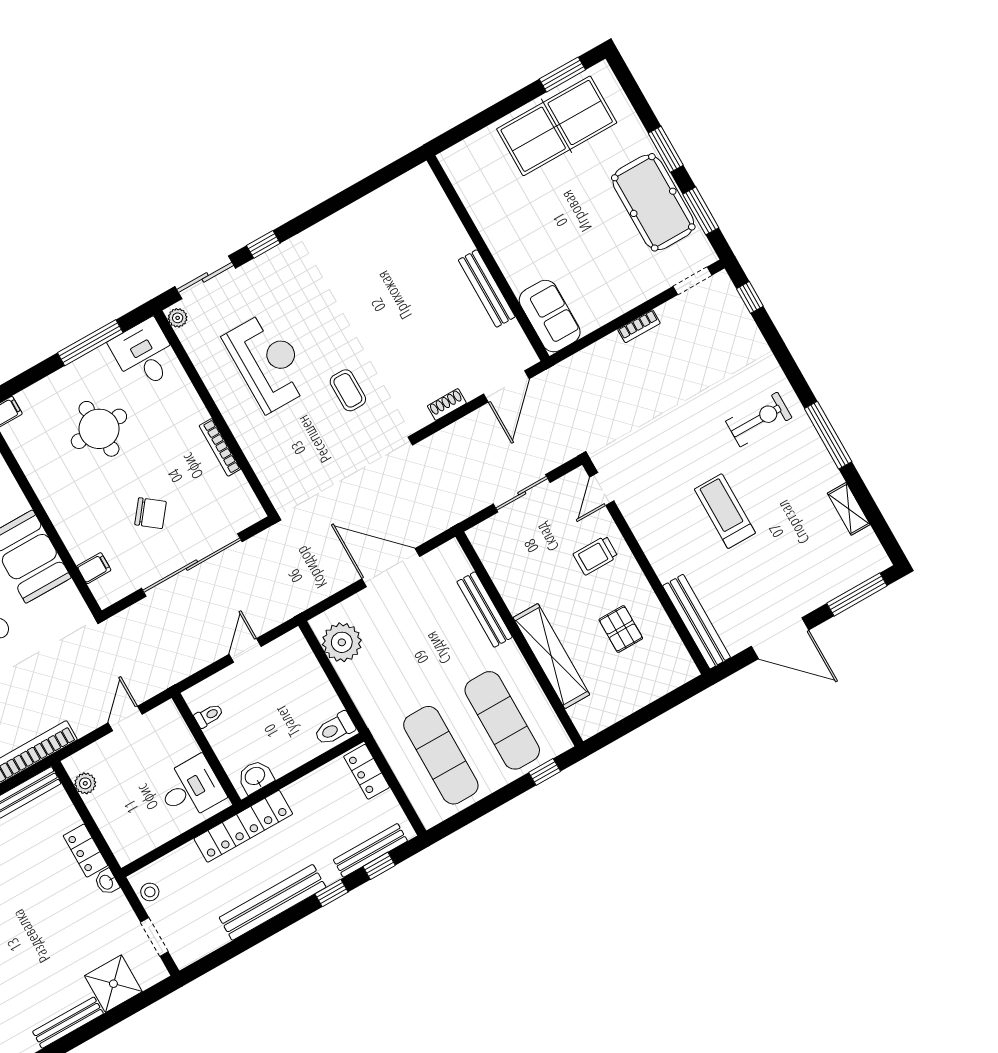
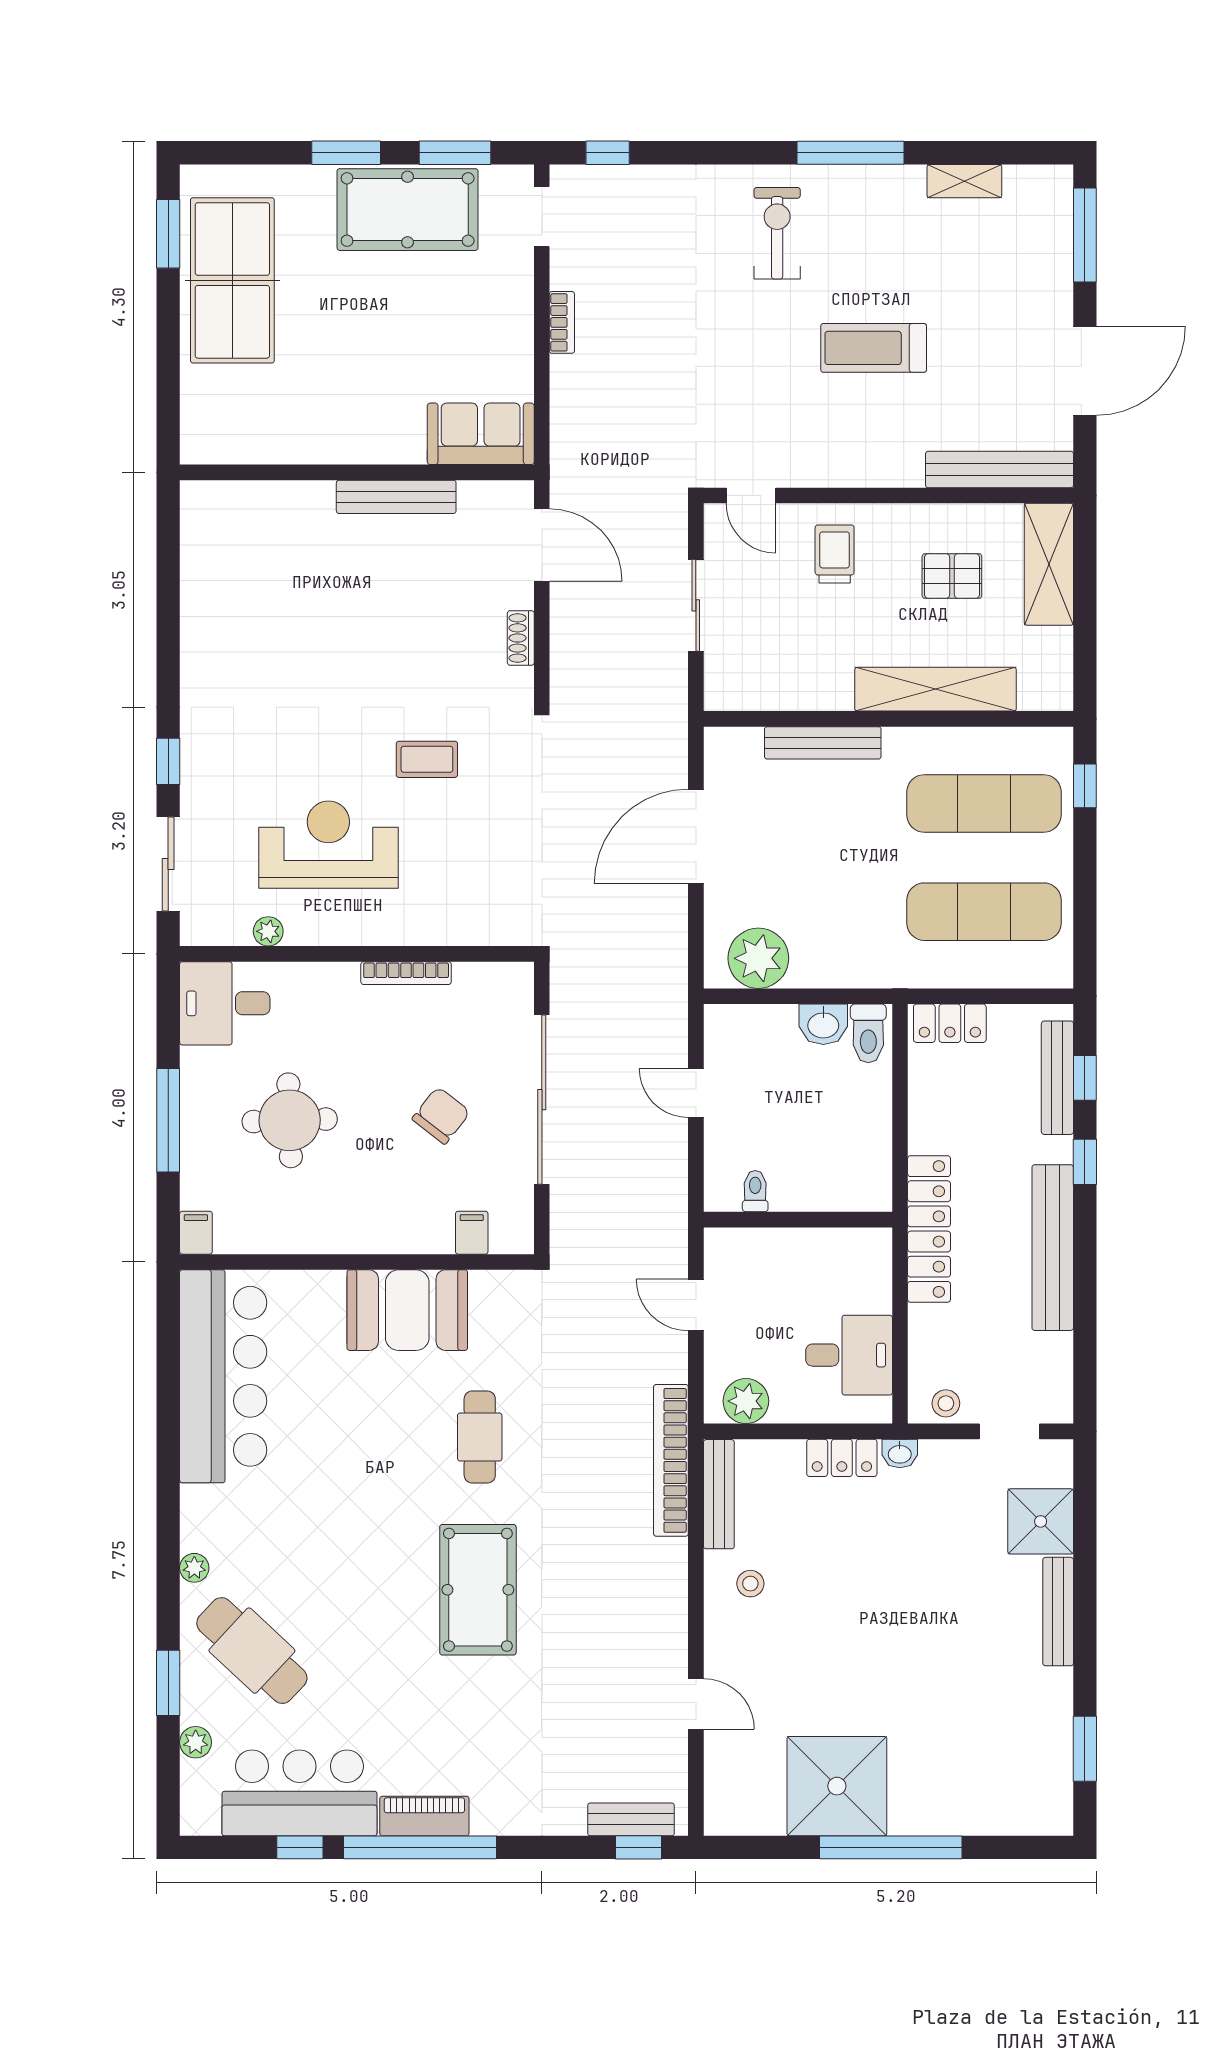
plant: (178, 318) -> (268, 931), moved
window: (90, 343) -> (168, 1120), moved
trolley: (595, 555) -> (835, 554), turned 180
shelving: (659, 680) -> (1049, 564), added
washbasin: (255, 777) -> (823, 1024), moved, turned -90
plant: (85, 783) -> (746, 1401), width x1.38, depth x1.38
desk: (191, 789) -> (849, 1355), moved, turned 90

